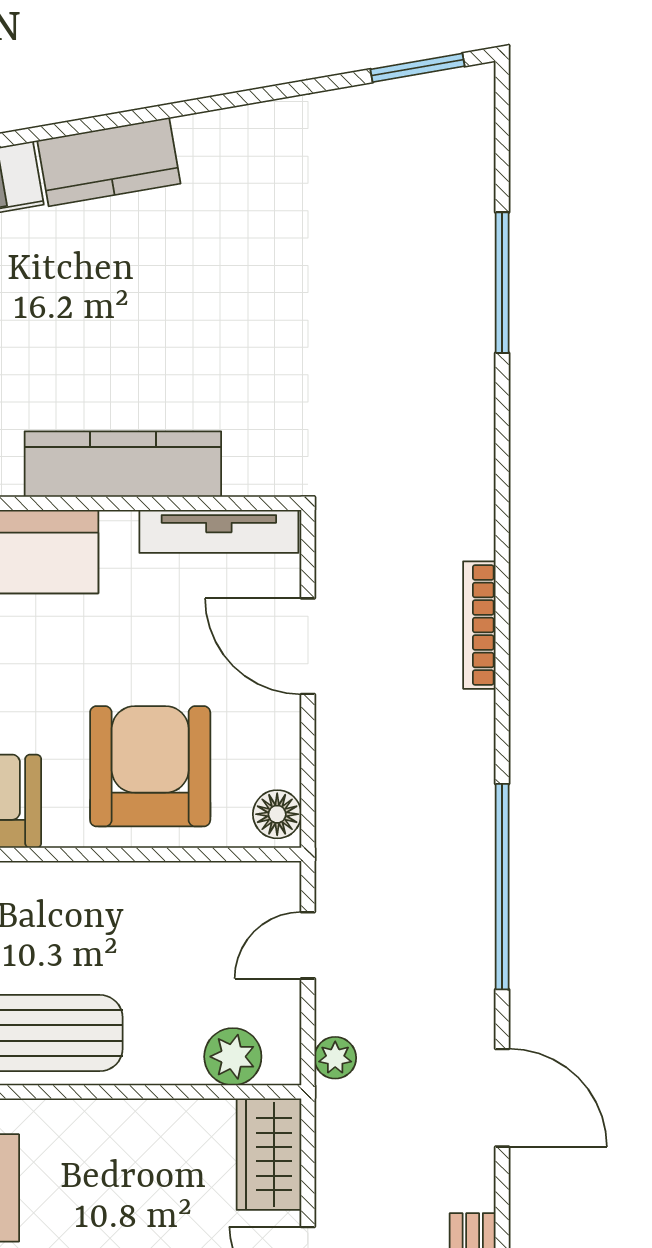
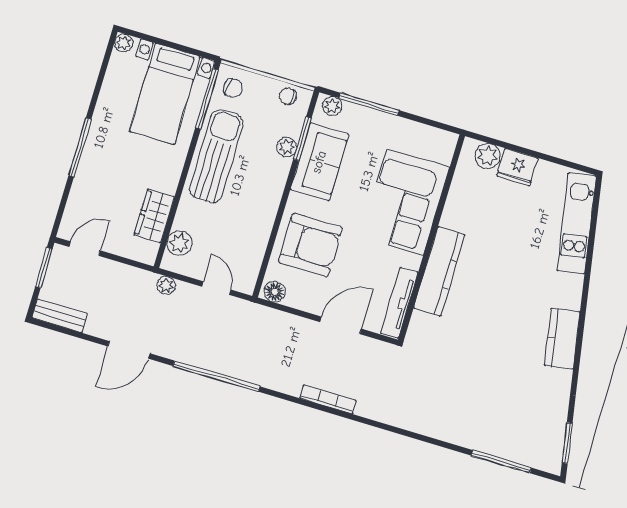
kitchen counter: (109, 162) -> (562, 339), moved
window: (502, 283) -> (501, 462), moved
wardrobe: (269, 1154) -> (154, 216), moved, turned -90

